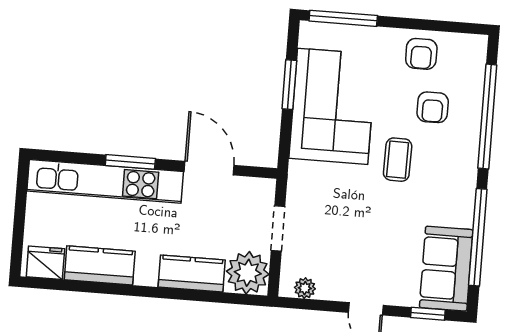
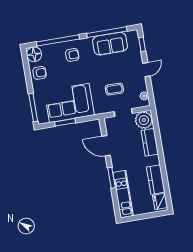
floor lamp: (469, 52) -> (34, 54), added
armchair: (433, 107) -> (72, 55), moved
coffee table: (398, 160) -> (114, 89), moved
door: (209, 168) -> (106, 146), hinge flipped
kitchen unit: (105, 181) -> (123, 194), width x0.73
sofa: (446, 269) -> (110, 44), moved

